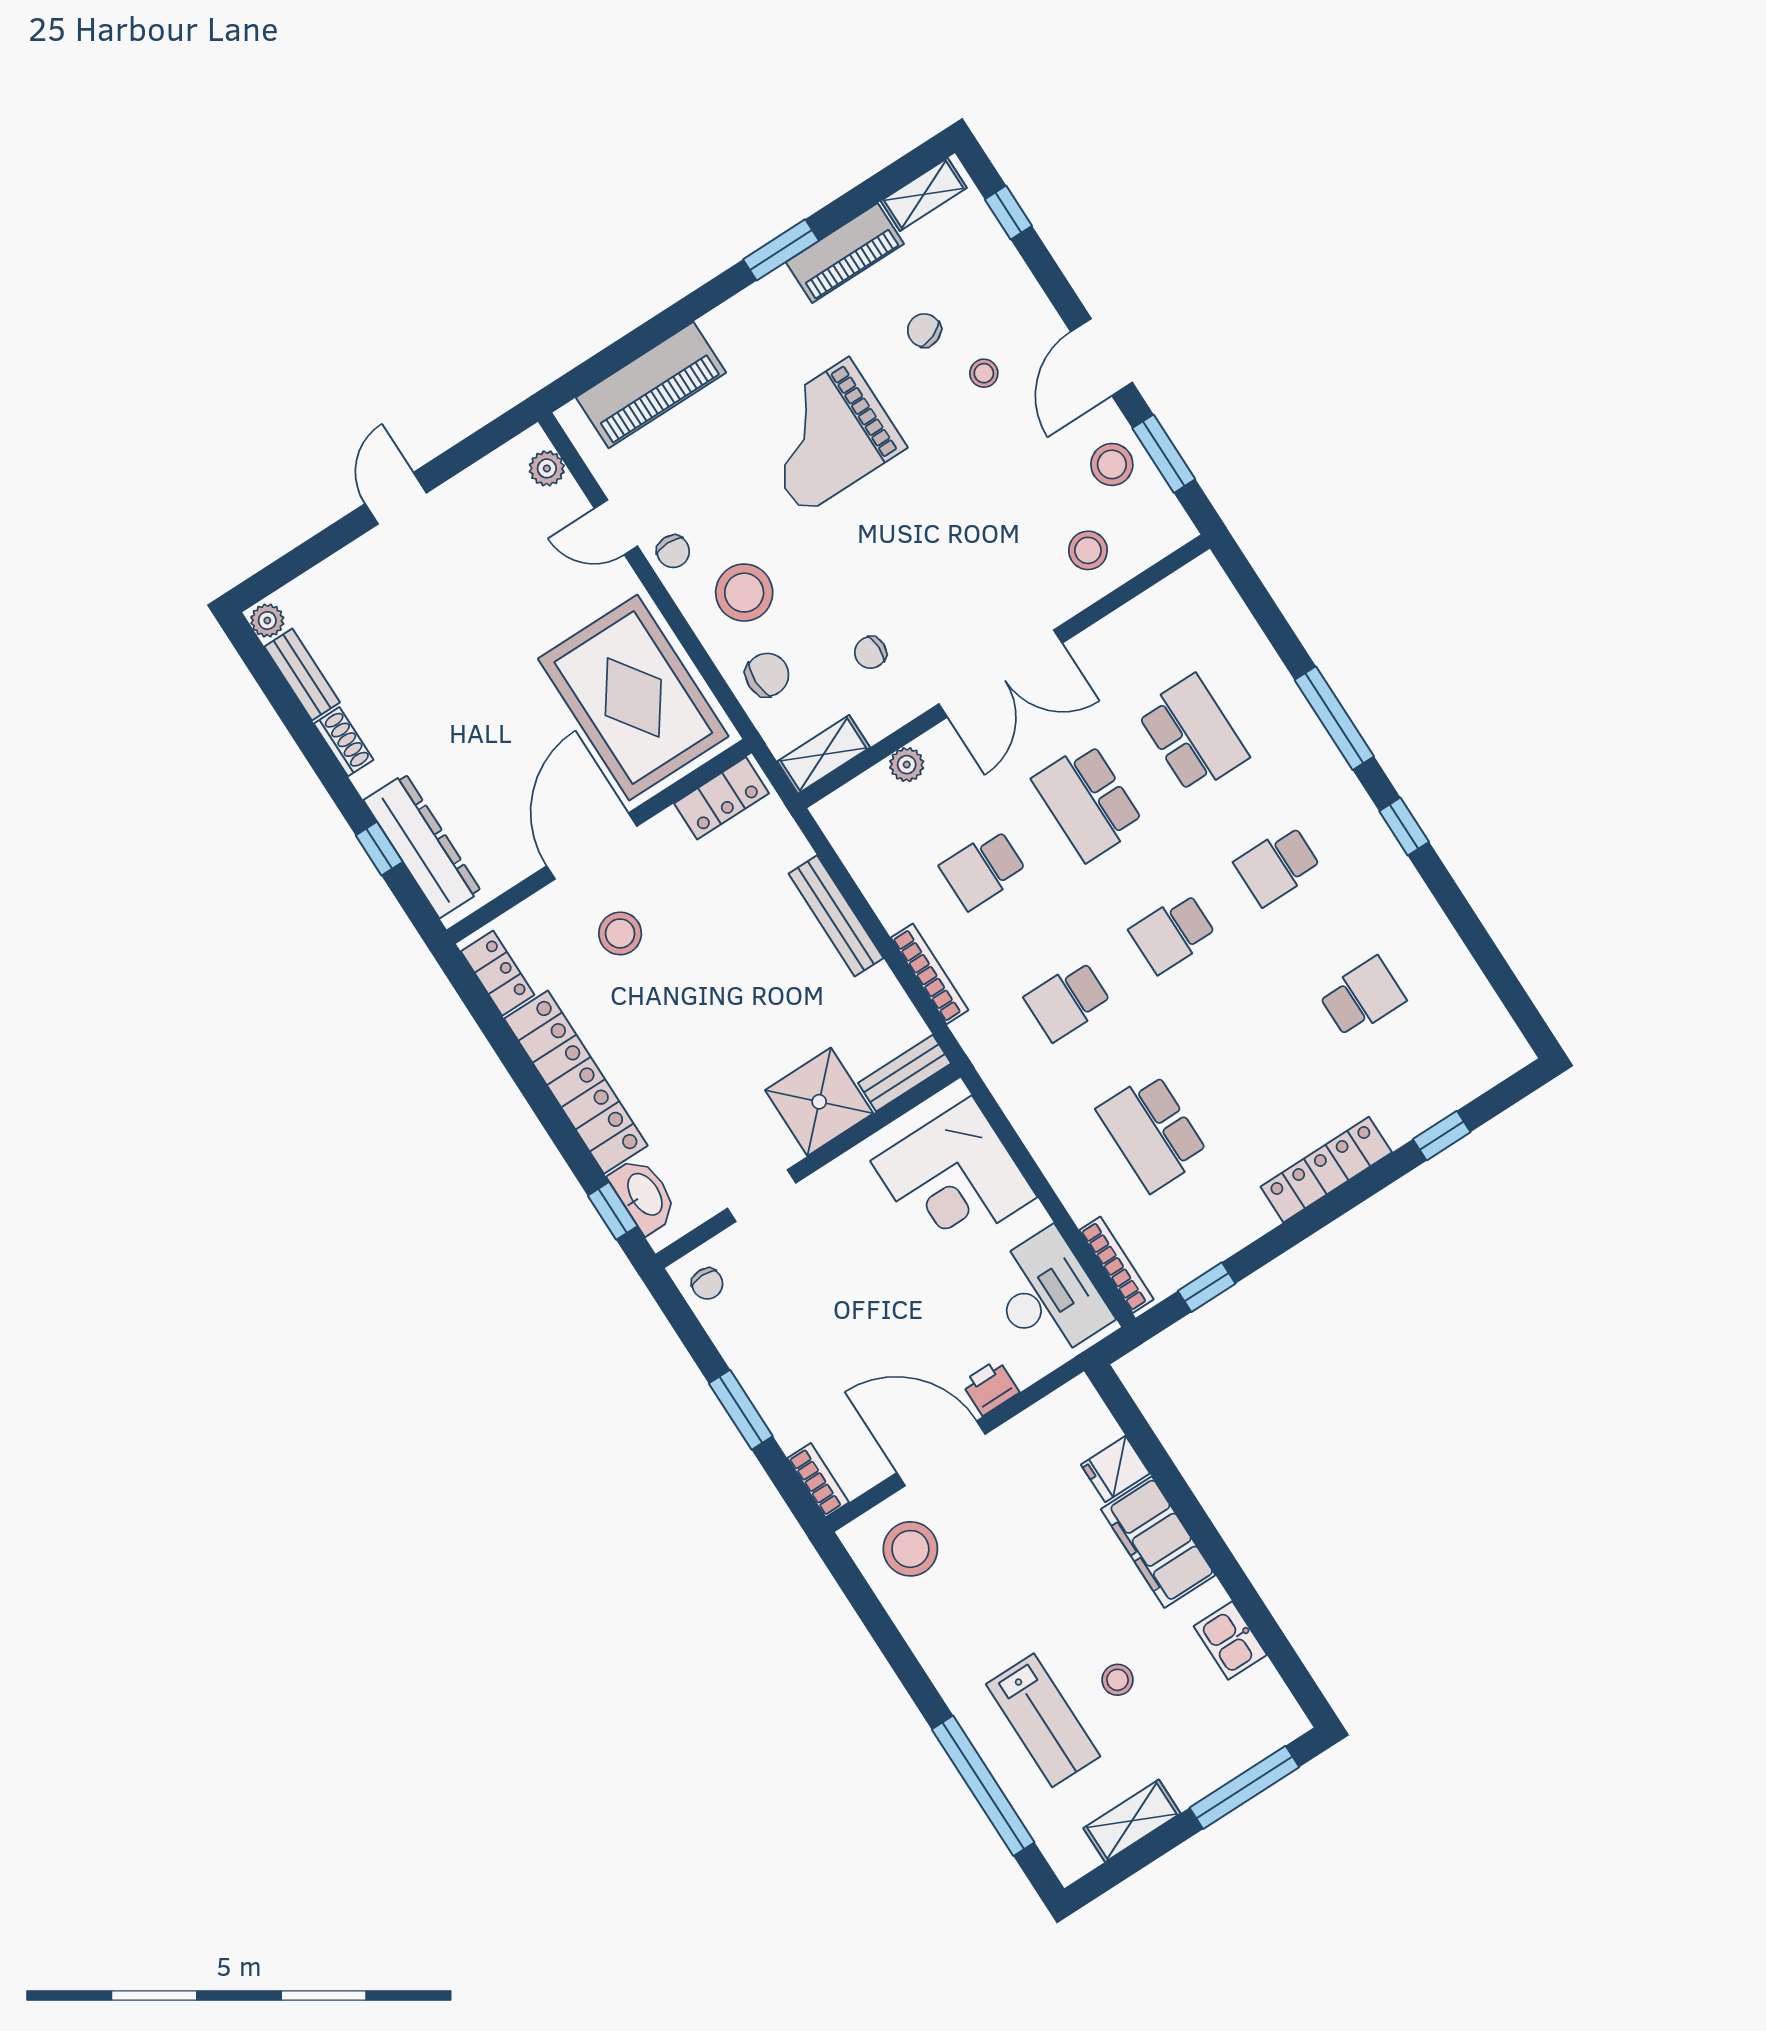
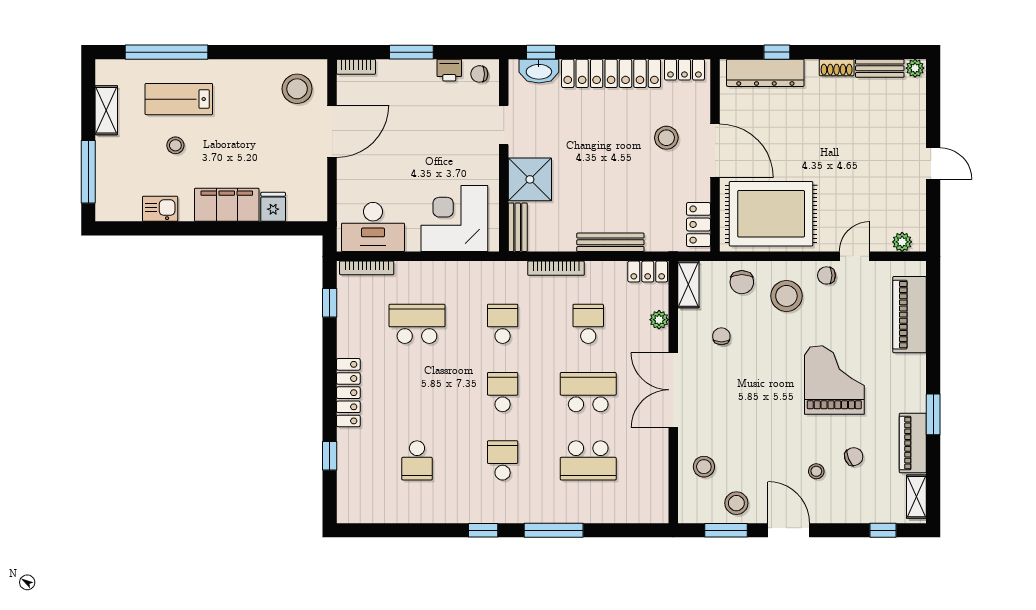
locker: (844, 830) -> (648, 271), added
printer: (990, 1387) -> (449, 70), moved, turned 90

